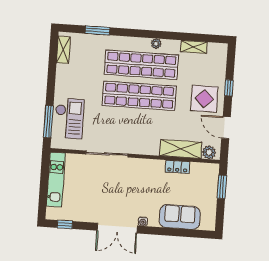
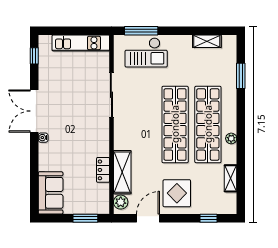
shelving: (63, 50) -> (207, 41), moved
window: (229, 88) -> (208, 218), moved
sofa: (180, 217) -> (51, 193), moved

